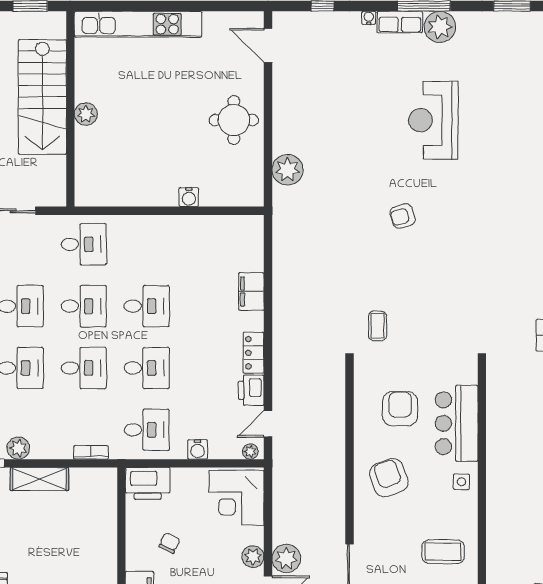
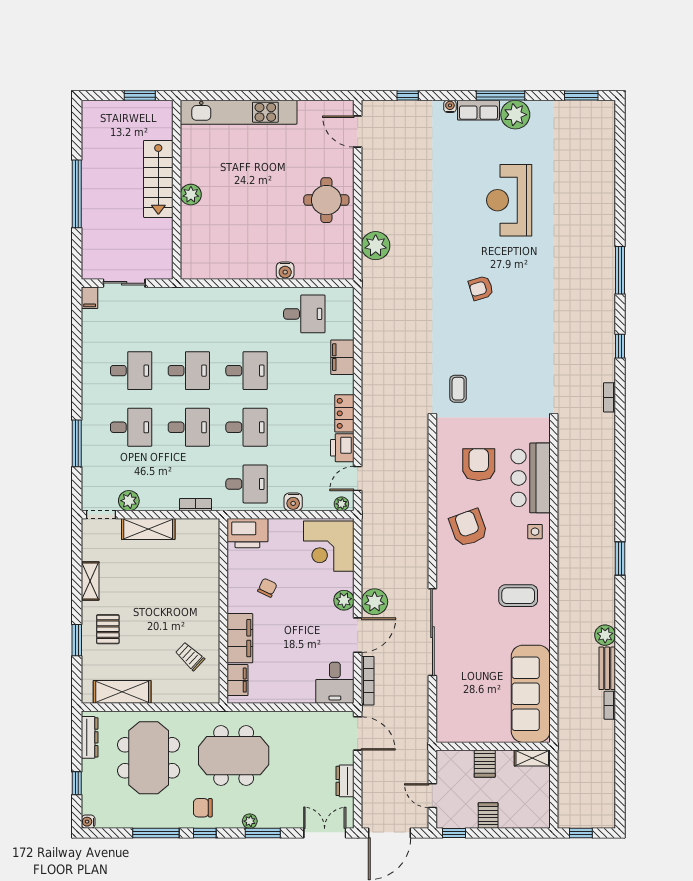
stairs: (42, 97) -> (158, 179), width x0.73, depth x0.66
desk: (84, 244) -> (304, 314), moved

